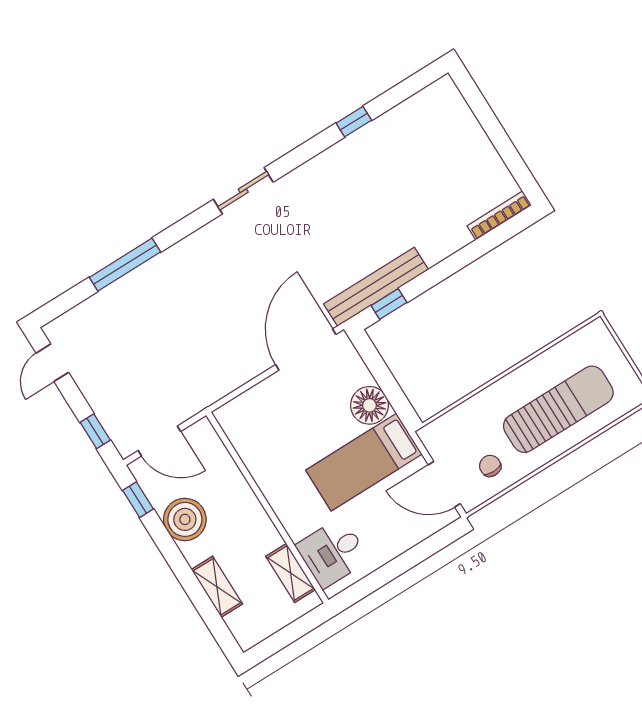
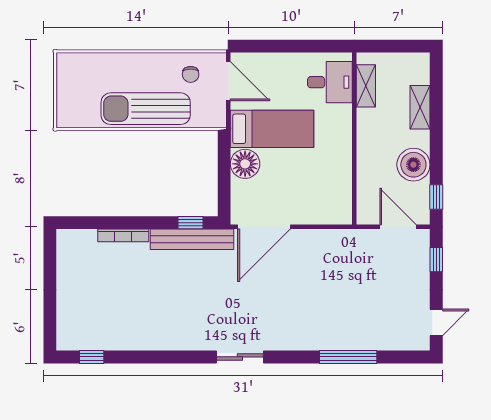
window: (354, 122) -> (92, 357), moved
bookcase: (499, 216) -> (123, 235), moved
sun lounger: (558, 409) -> (146, 109), moved

